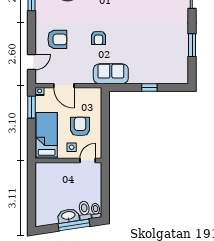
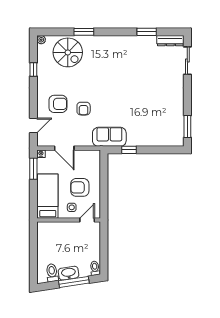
armchair: (98, 38) -> (84, 109), moved
window: (192, 45) -> (187, 127), moved
window: (149, 87) -> (129, 150), moved
armchair: (80, 127) -> (80, 187), turned -90
toilet: (85, 210) -> (52, 273), moved

